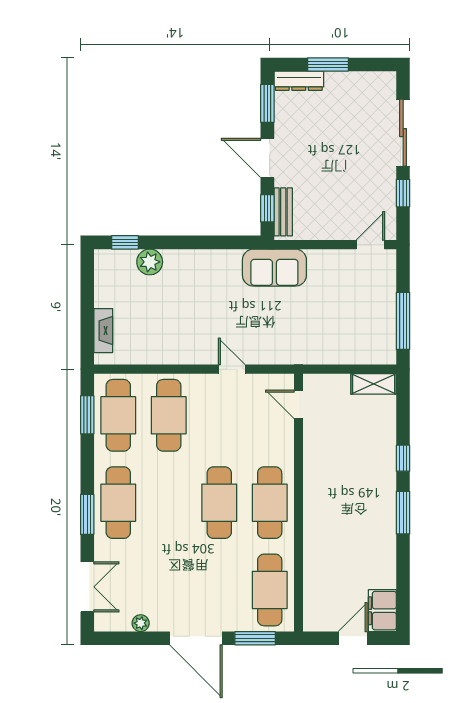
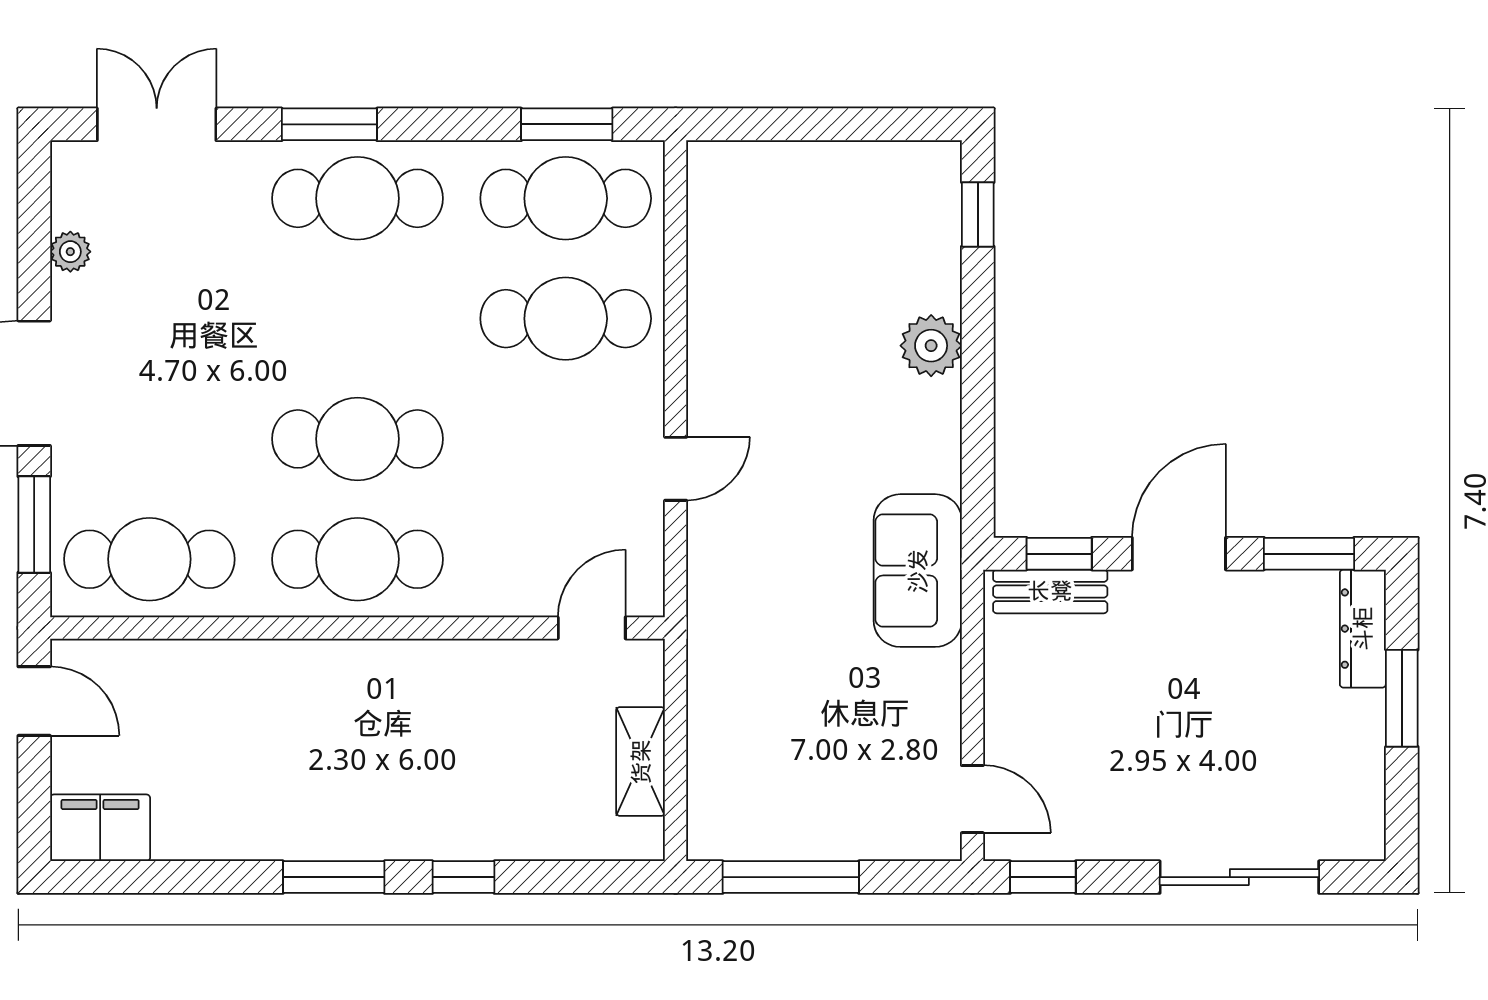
window: (403, 193) -> (1043, 877), moved
plant: (150, 262) -> (931, 346), moved
fireplace: (103, 331) -> (768, 163), removed
shelving: (374, 384) -> (641, 762), moved
double door: (87, 587) -> (157, 124), swing flipped
door: (353, 638) -> (34, 701), moved

